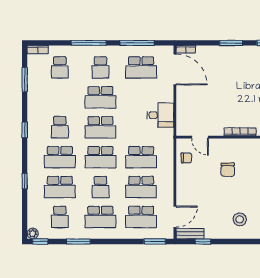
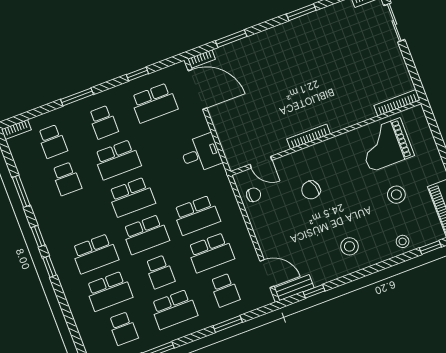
window: (89, 43) -> (77, 97), width x0.69
window: (137, 43) -> (137, 74), width x0.46
window: (231, 43) -> (231, 39), moved
window: (25, 80) -> (21, 191), moved
school desk: (60, 127) -> (67, 179), moved
chair: (228, 170) -> (311, 190), turned 74
window: (25, 181) -> (50, 267), moved
school desk: (141, 217) -> (225, 290), width x0.54
door: (175, 217) -> (267, 274), hinge flipped
window: (155, 241) -> (228, 324), moved

